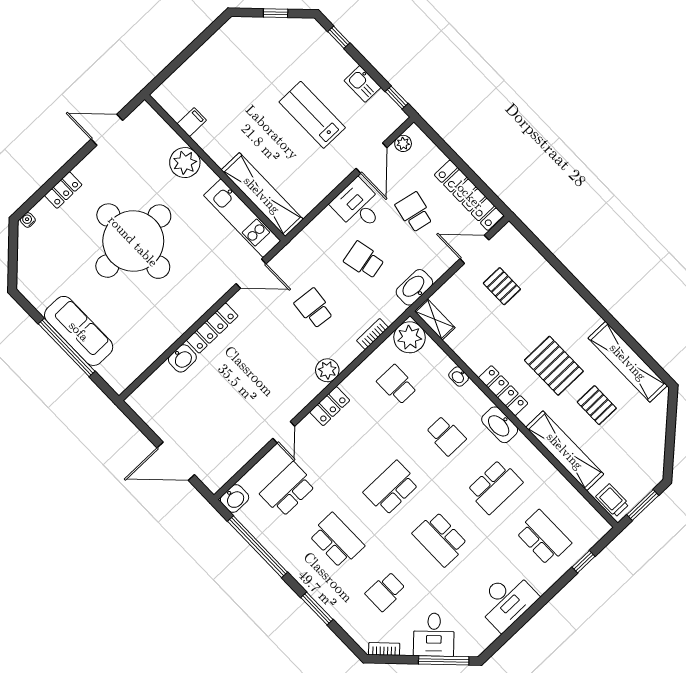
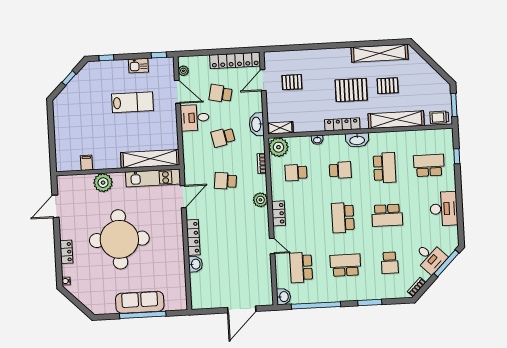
lab bench: (312, 115) -> (132, 102), turned 180

